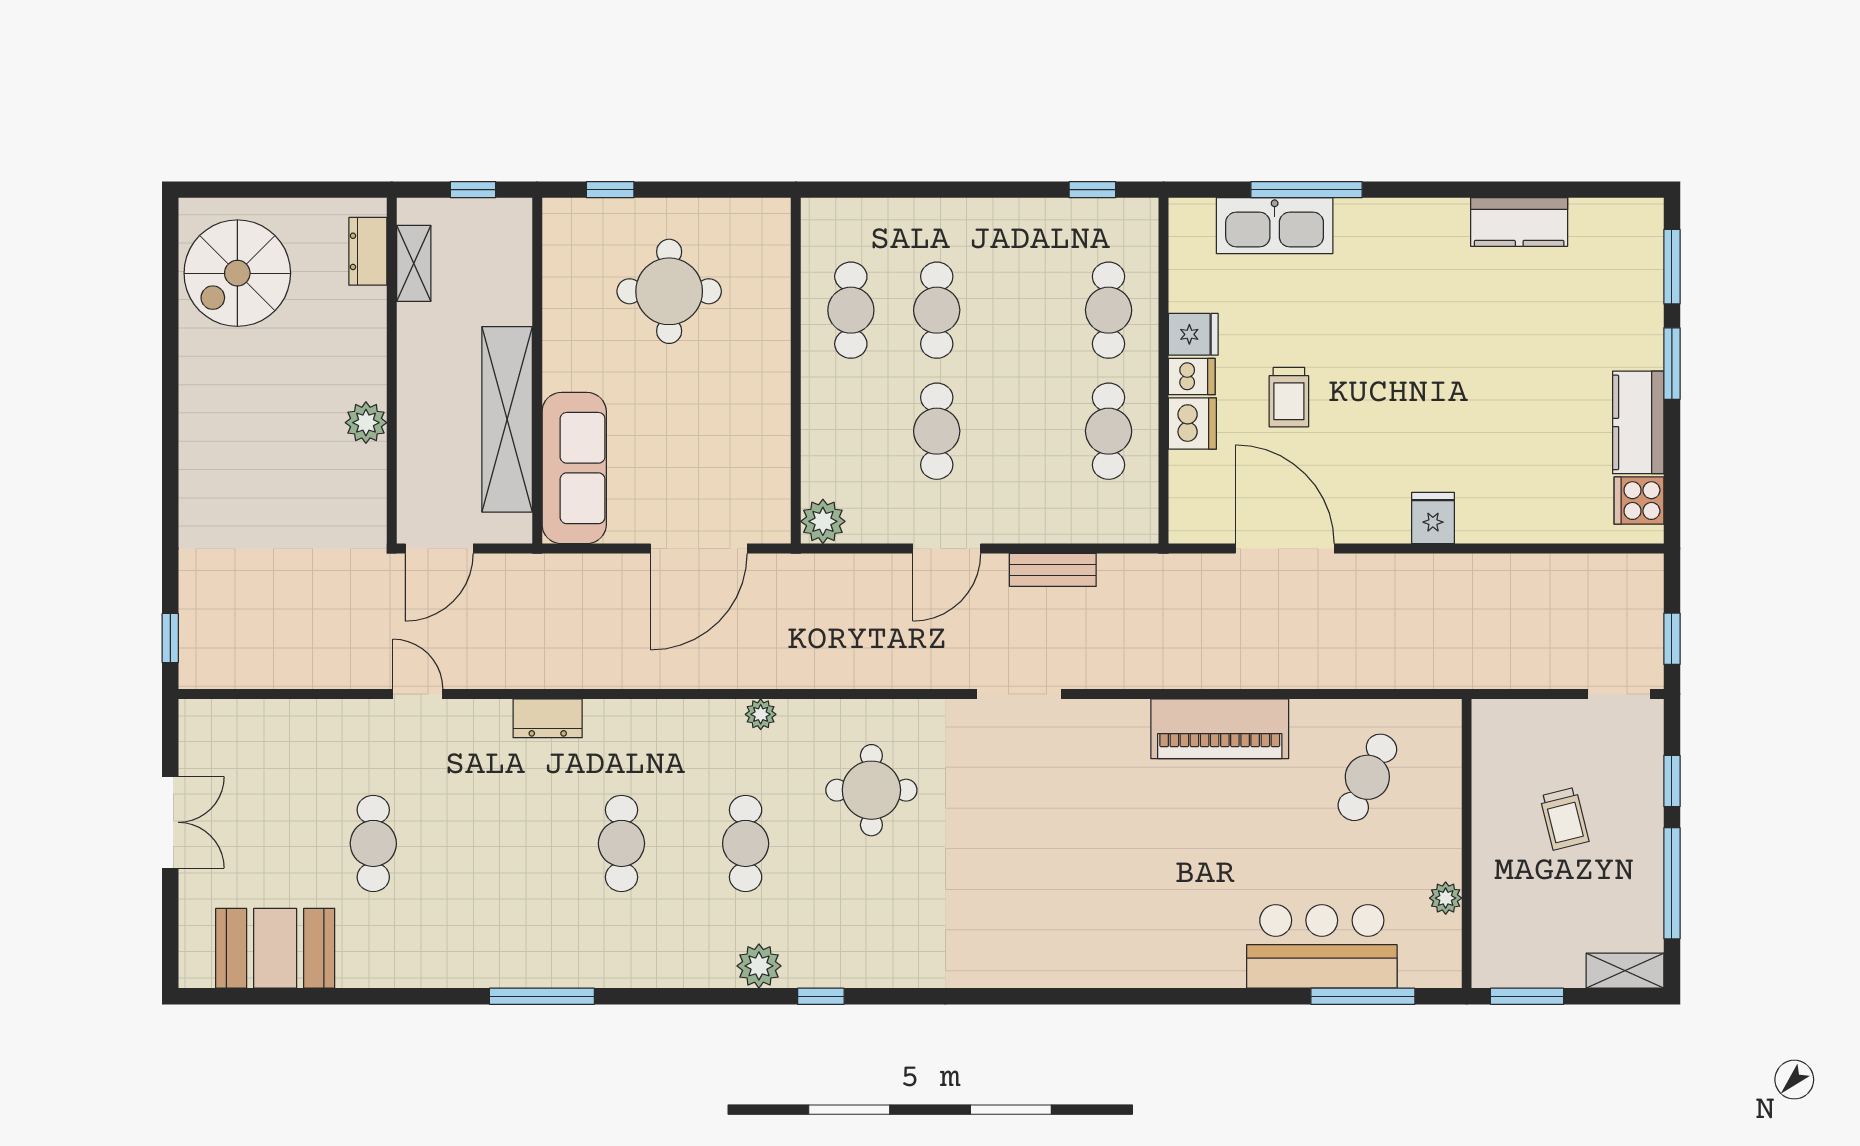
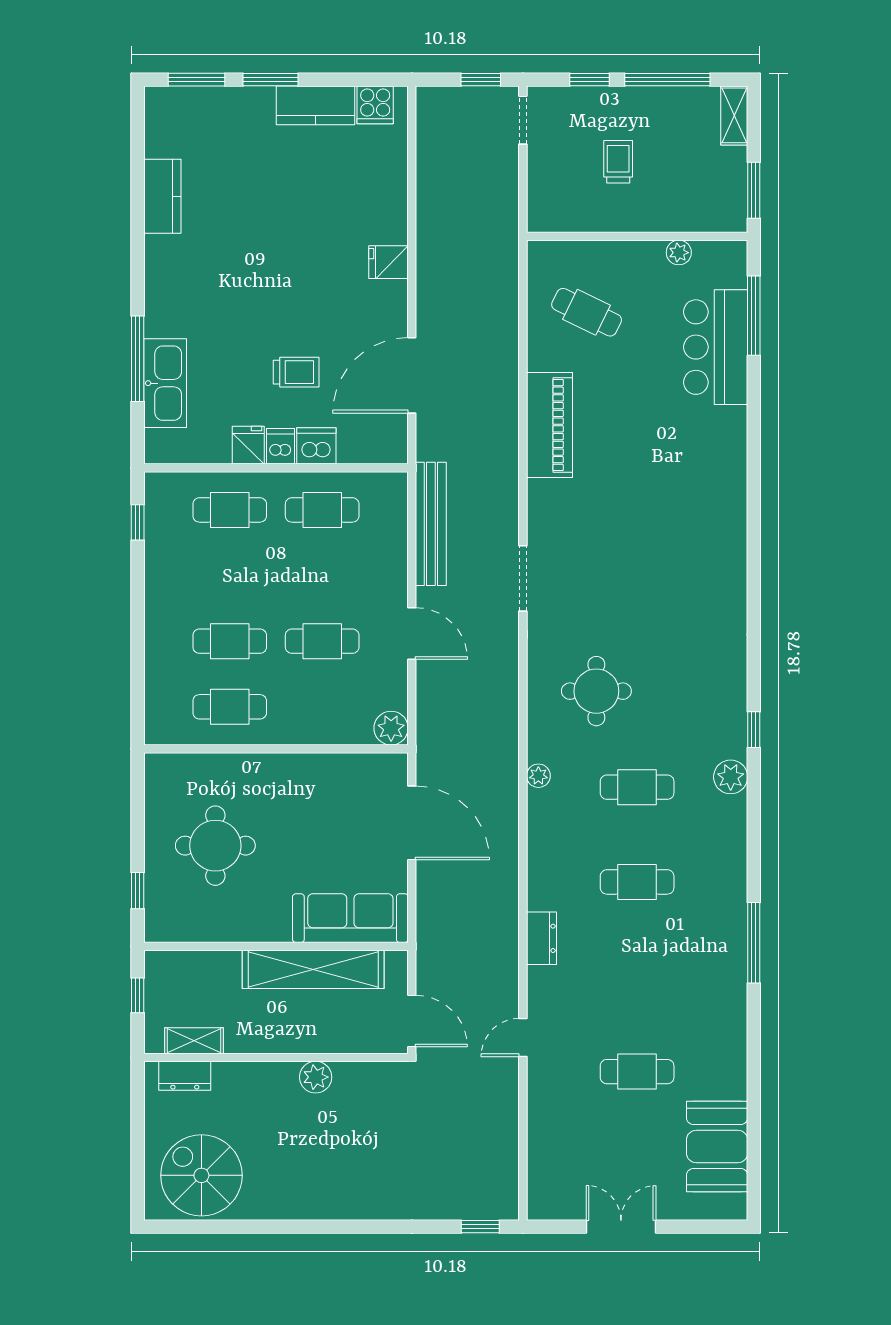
spiral stairs: (237, 273) -> (201, 1175), turned 180
bench: (1053, 570) -> (431, 524), width x1.86, depth x1.21
trolley: (1564, 819) -> (618, 162), turned -76

